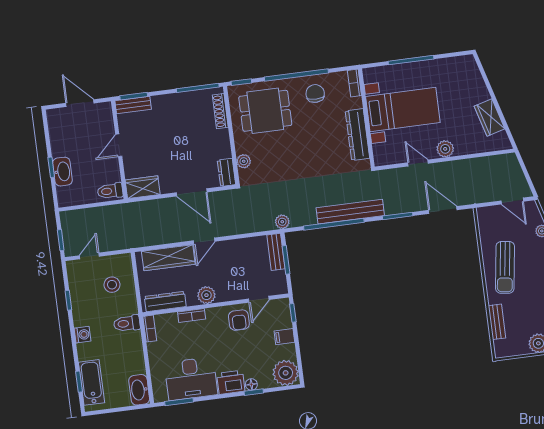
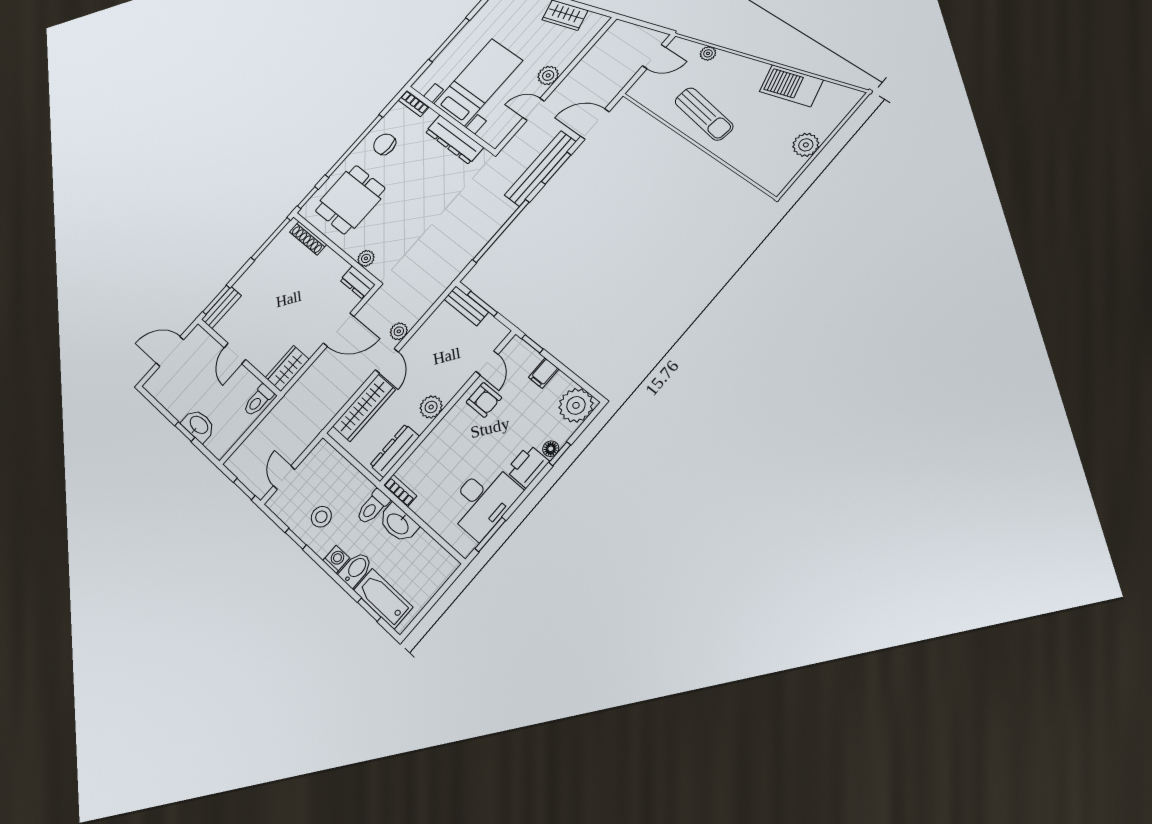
bench: (350, 212) -> (540, 168), moved
plant: (282, 222) -> (399, 331), moved
stool: (112, 285) -> (321, 517), moved
bookcase: (192, 315) -> (432, 439), removed
bench: (497, 322) -> (745, 165), removed
bidet: (89, 351) -> (356, 569), added
washbasin: (139, 390) -> (398, 523), moved

